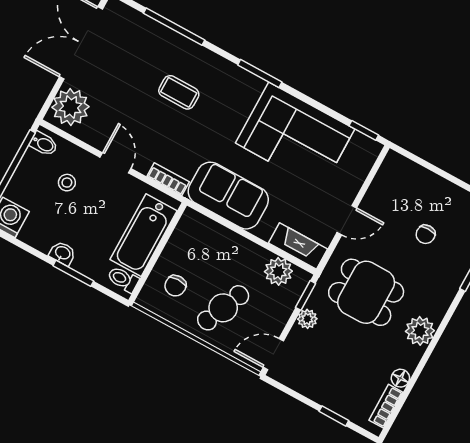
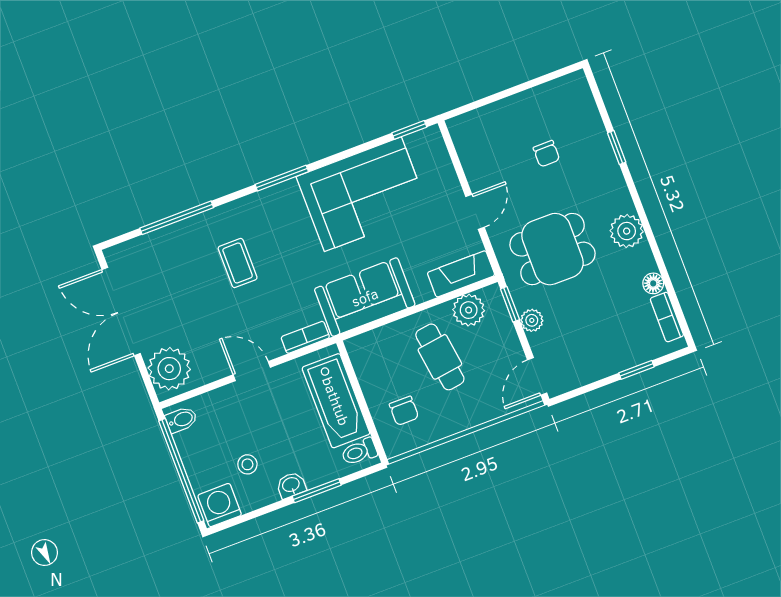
coffee table: (179, 92) -> (238, 263), turned 90
stool: (67, 183) -> (247, 464), moved
cafe table: (223, 308) -> (440, 357), moved, turned -31

